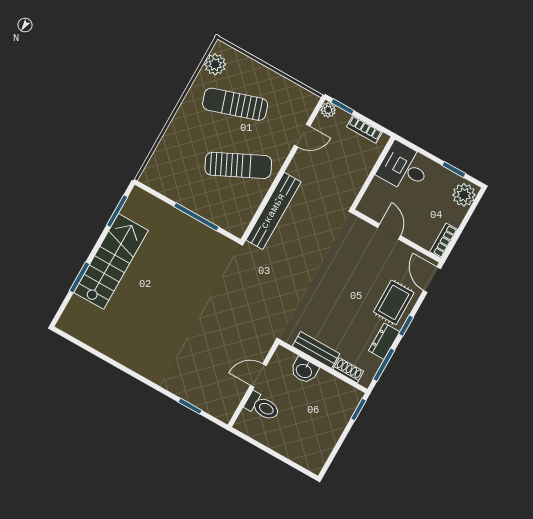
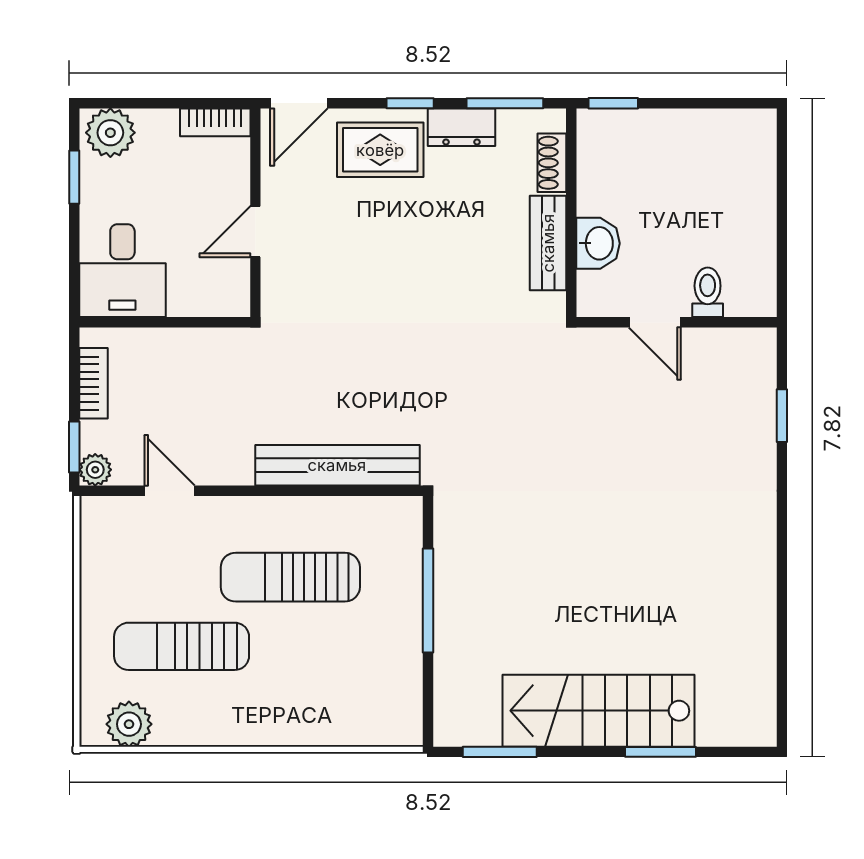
sun lounger: (235, 104) -> (182, 646), turned 108
sun lounger: (238, 165) -> (290, 577), turned -64
toilet: (262, 407) -> (708, 292), width x0.73, depth x0.72

